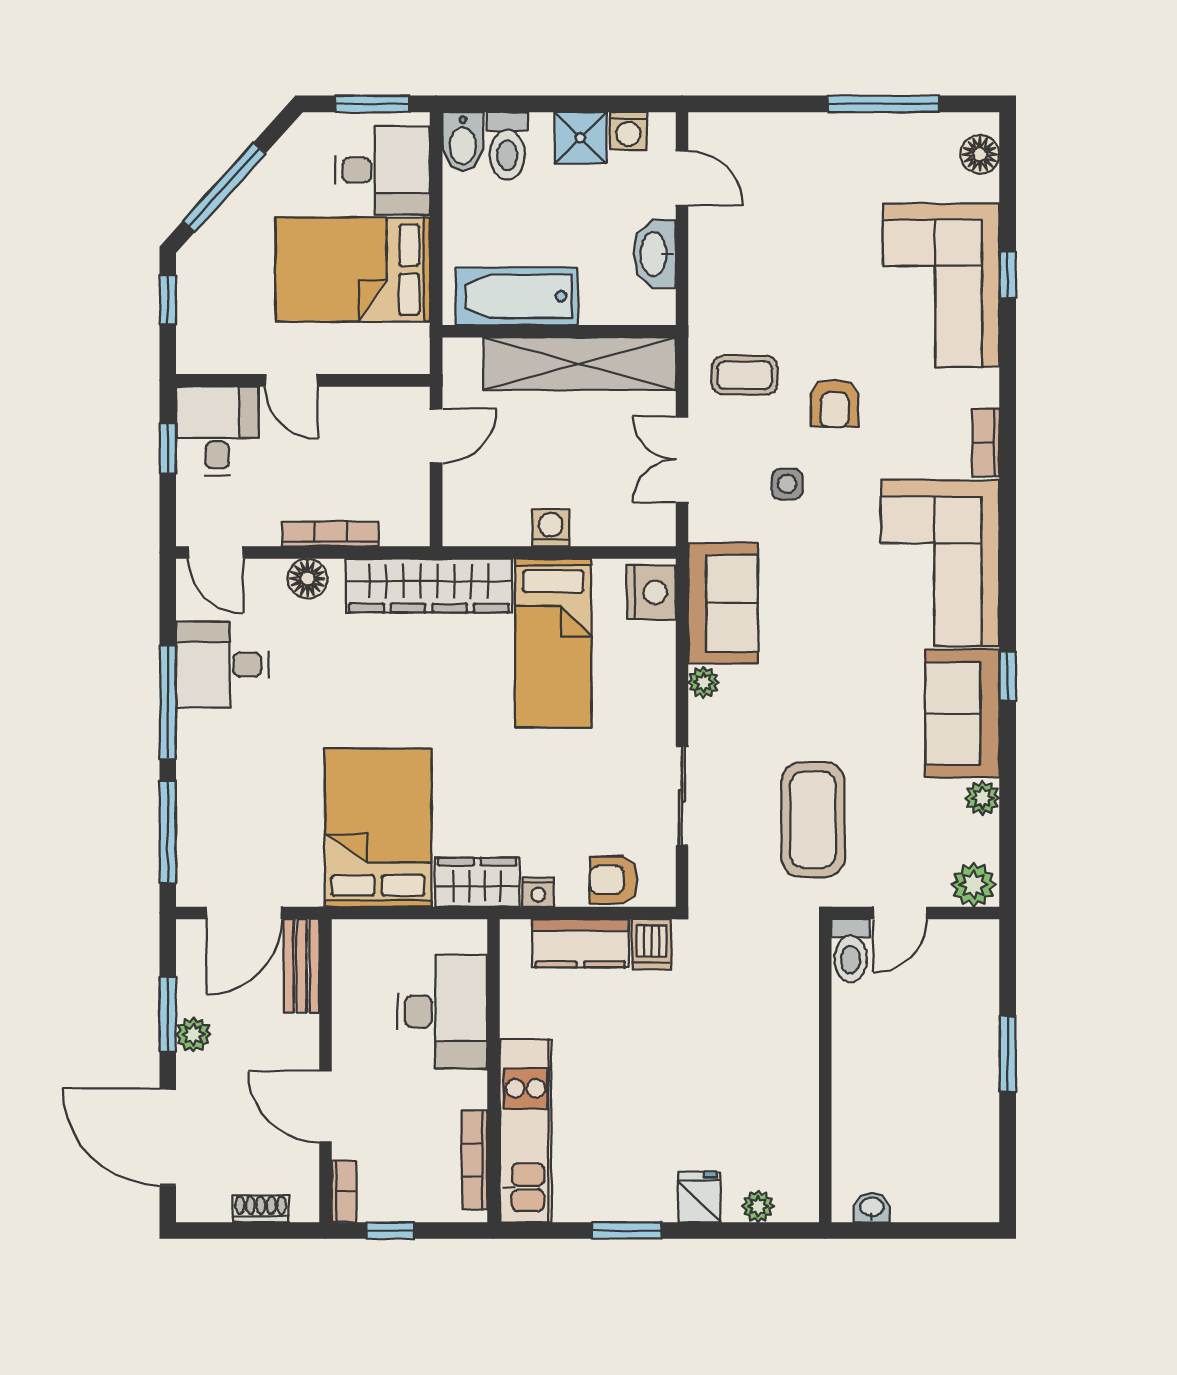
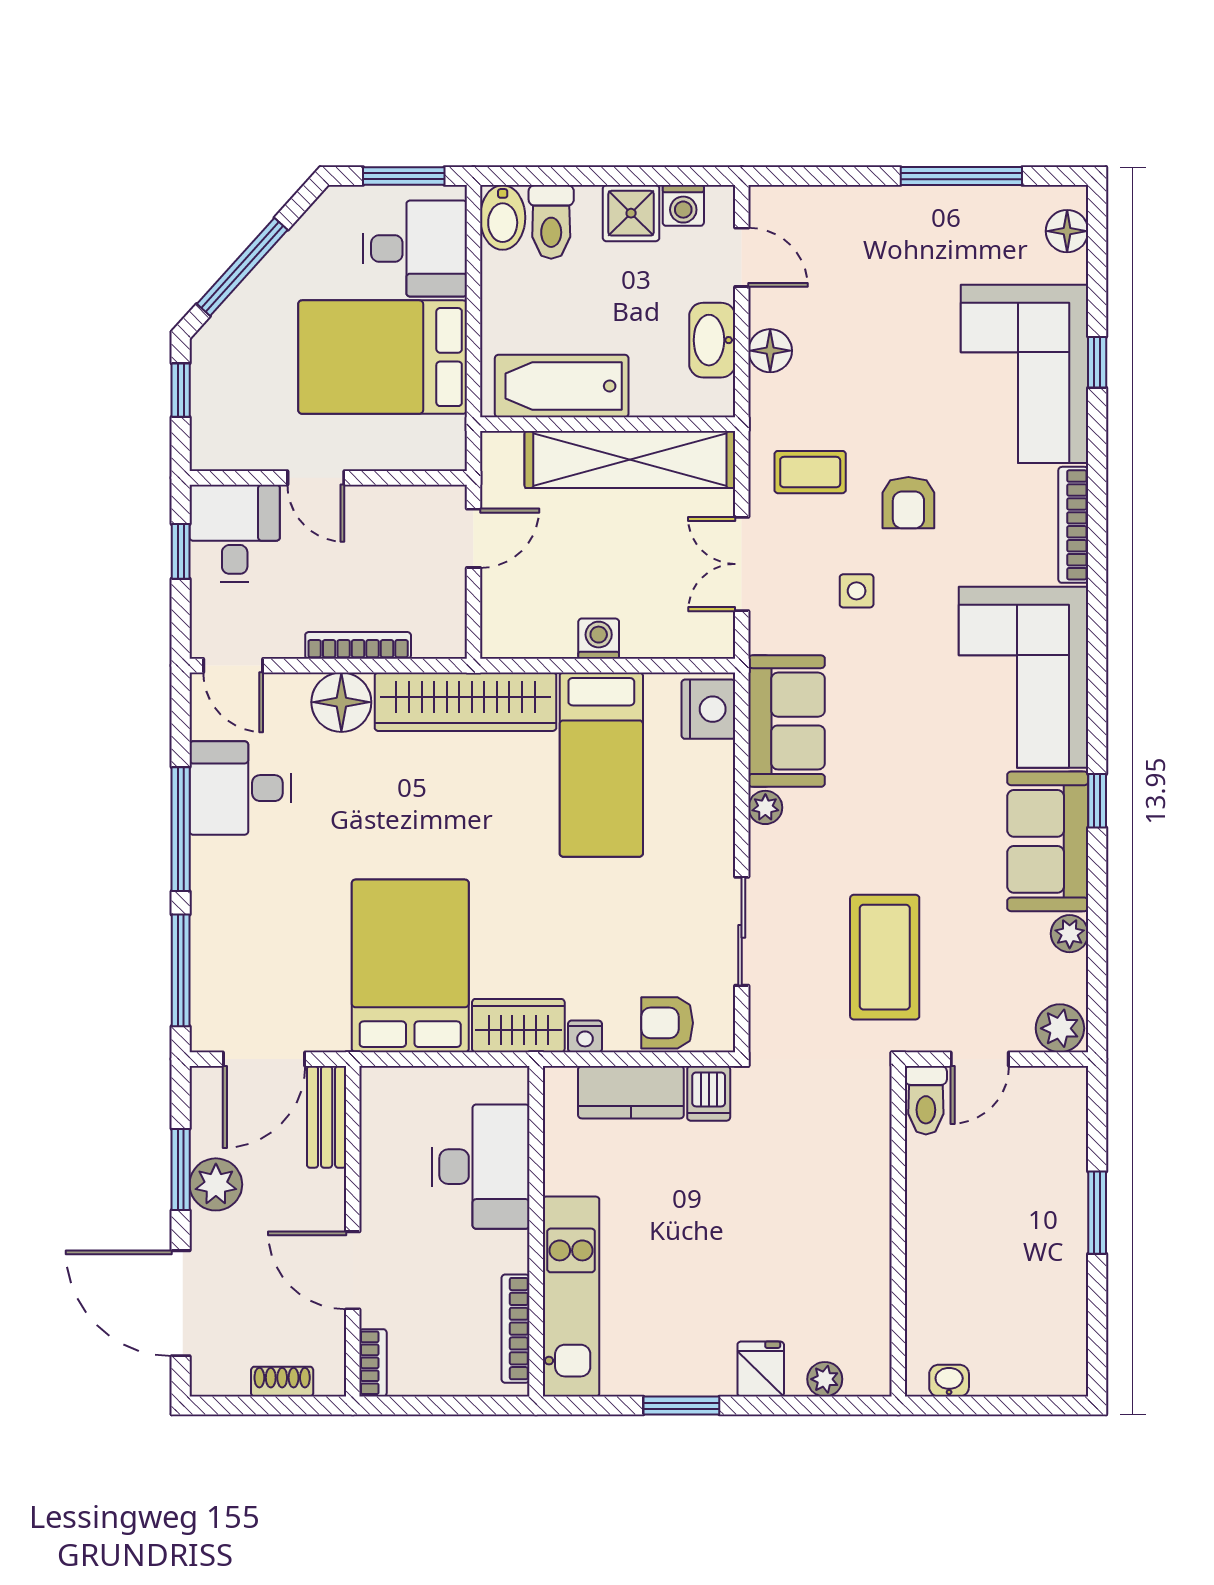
floor lamp: (708, 264) -> (770, 351), added
bookcase: (986, 443) -> (1073, 525), width x1.56
floor lamp: (308, 579) -> (341, 702), width x1.38, depth x1.38
plant: (193, 1034) -> (216, 1184), width x1.38, depth x1.38
window: (390, 1230) -> (423, 1406), removed

